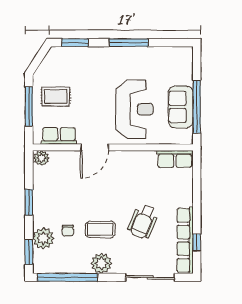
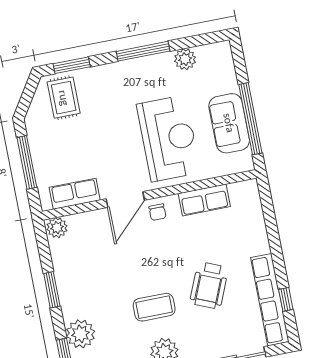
plant: (158, 54) -> (185, 59), added
rug: (56, 97) -> (64, 98), moved, turned 90
row of seats: (175, 159) -> (204, 200), moved
chair: (68, 231) -> (157, 212), moved

